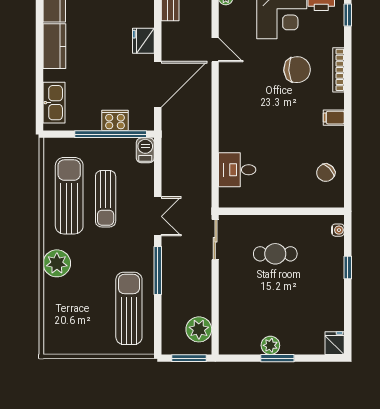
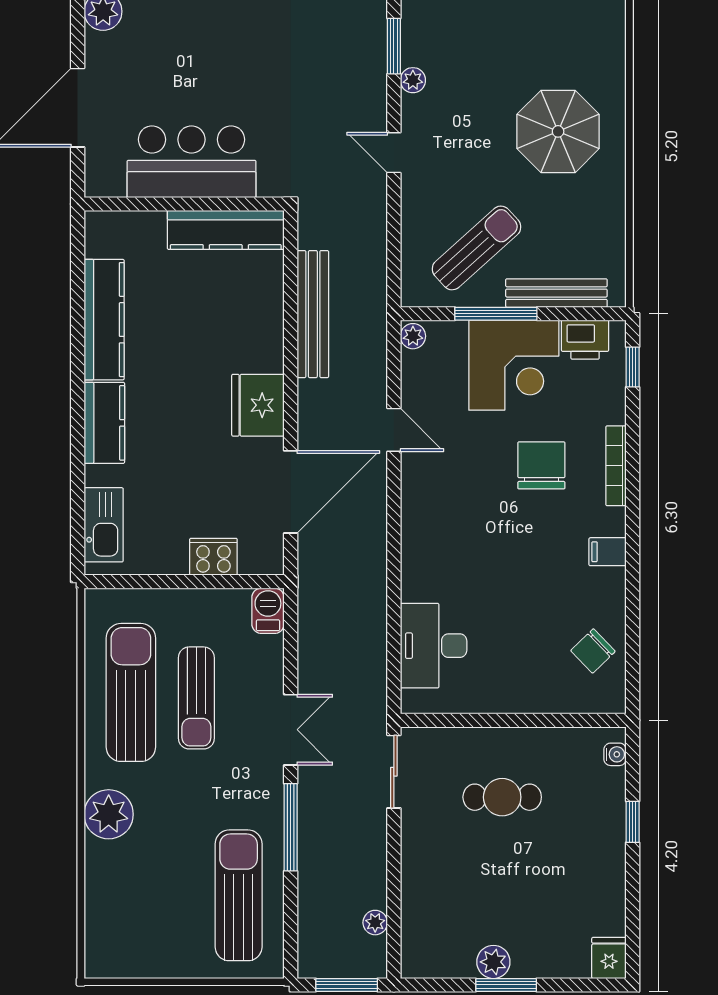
fridge: (143, 41) -> (258, 405), width x1.36, depth x1.34
chair: (297, 70) -> (541, 465), turned -87
window: (111, 134) -> (206, 582), removed
desk: (237, 170) -> (434, 646), width x1.37
plant: (199, 329) -> (375, 923), width x0.53, depth x0.53

